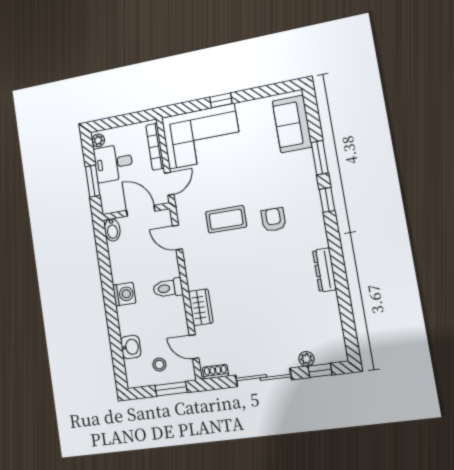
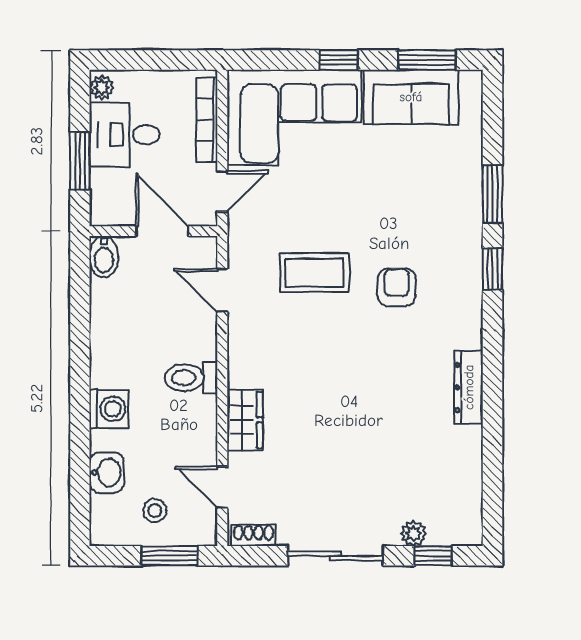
window: (270, 90) -> (427, 60), added
sofa: (292, 124) -> (411, 97), moved, turned -90
washing machine: (124, 294) -> (109, 409), moved

